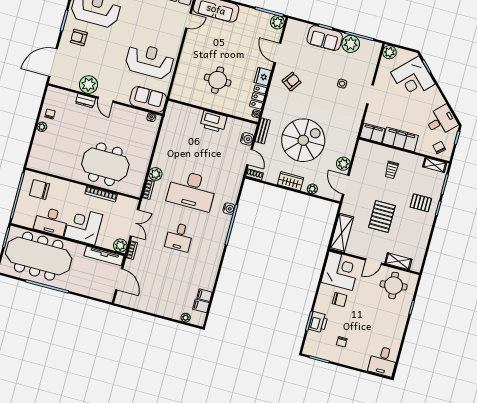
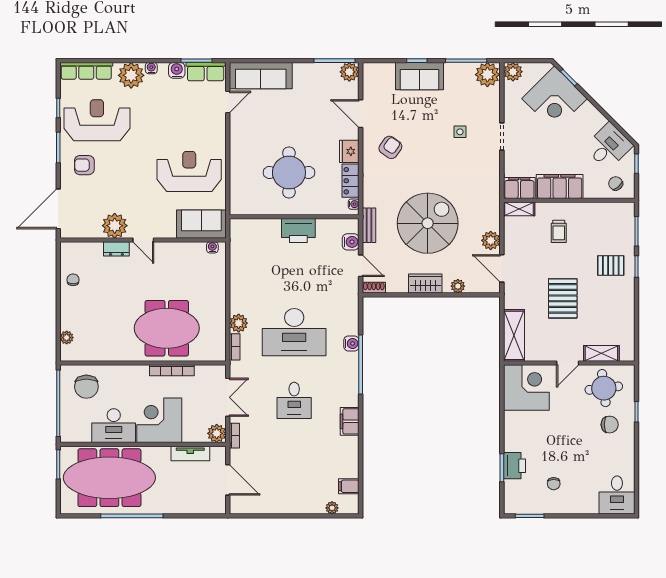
plant: (351, 44) -> (487, 75), moved
round table: (218, 80) -> (289, 172), width x1.36, depth x1.36
plant: (42, 127) -> (67, 338), moved
shelving: (435, 165) -> (519, 209), moved
chair: (40, 190) -> (86, 387), turned -90
tv unit: (104, 256) -> (190, 453), width x0.71
filing cabinet: (204, 295) -> (350, 421), moved, width x2.00
chair: (340, 300) -> (610, 425), moved

